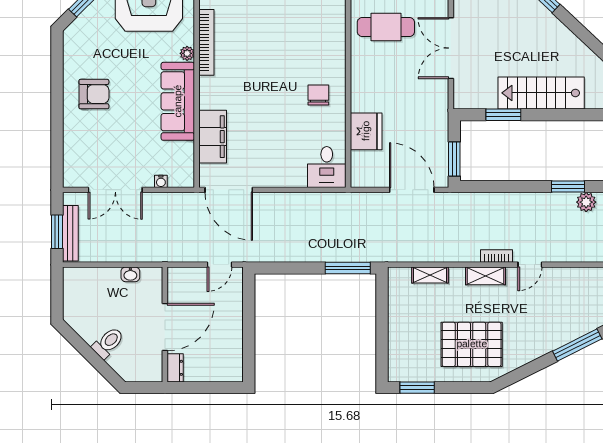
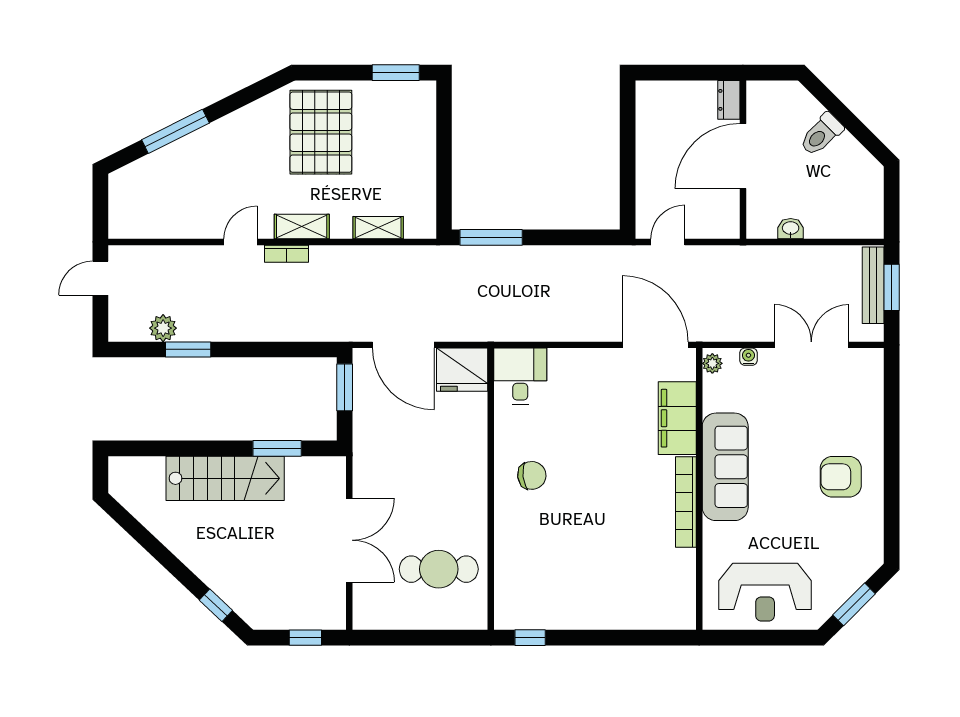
bookcase: (206, 42) -> (686, 502), moved
plant: (187, 53) -> (712, 363), moved
chair: (318, 95) -> (532, 475), turned -97
fridge: (366, 131) -> (462, 370), moved, turned -90
pallet: (472, 344) -> (321, 132), turned 90

